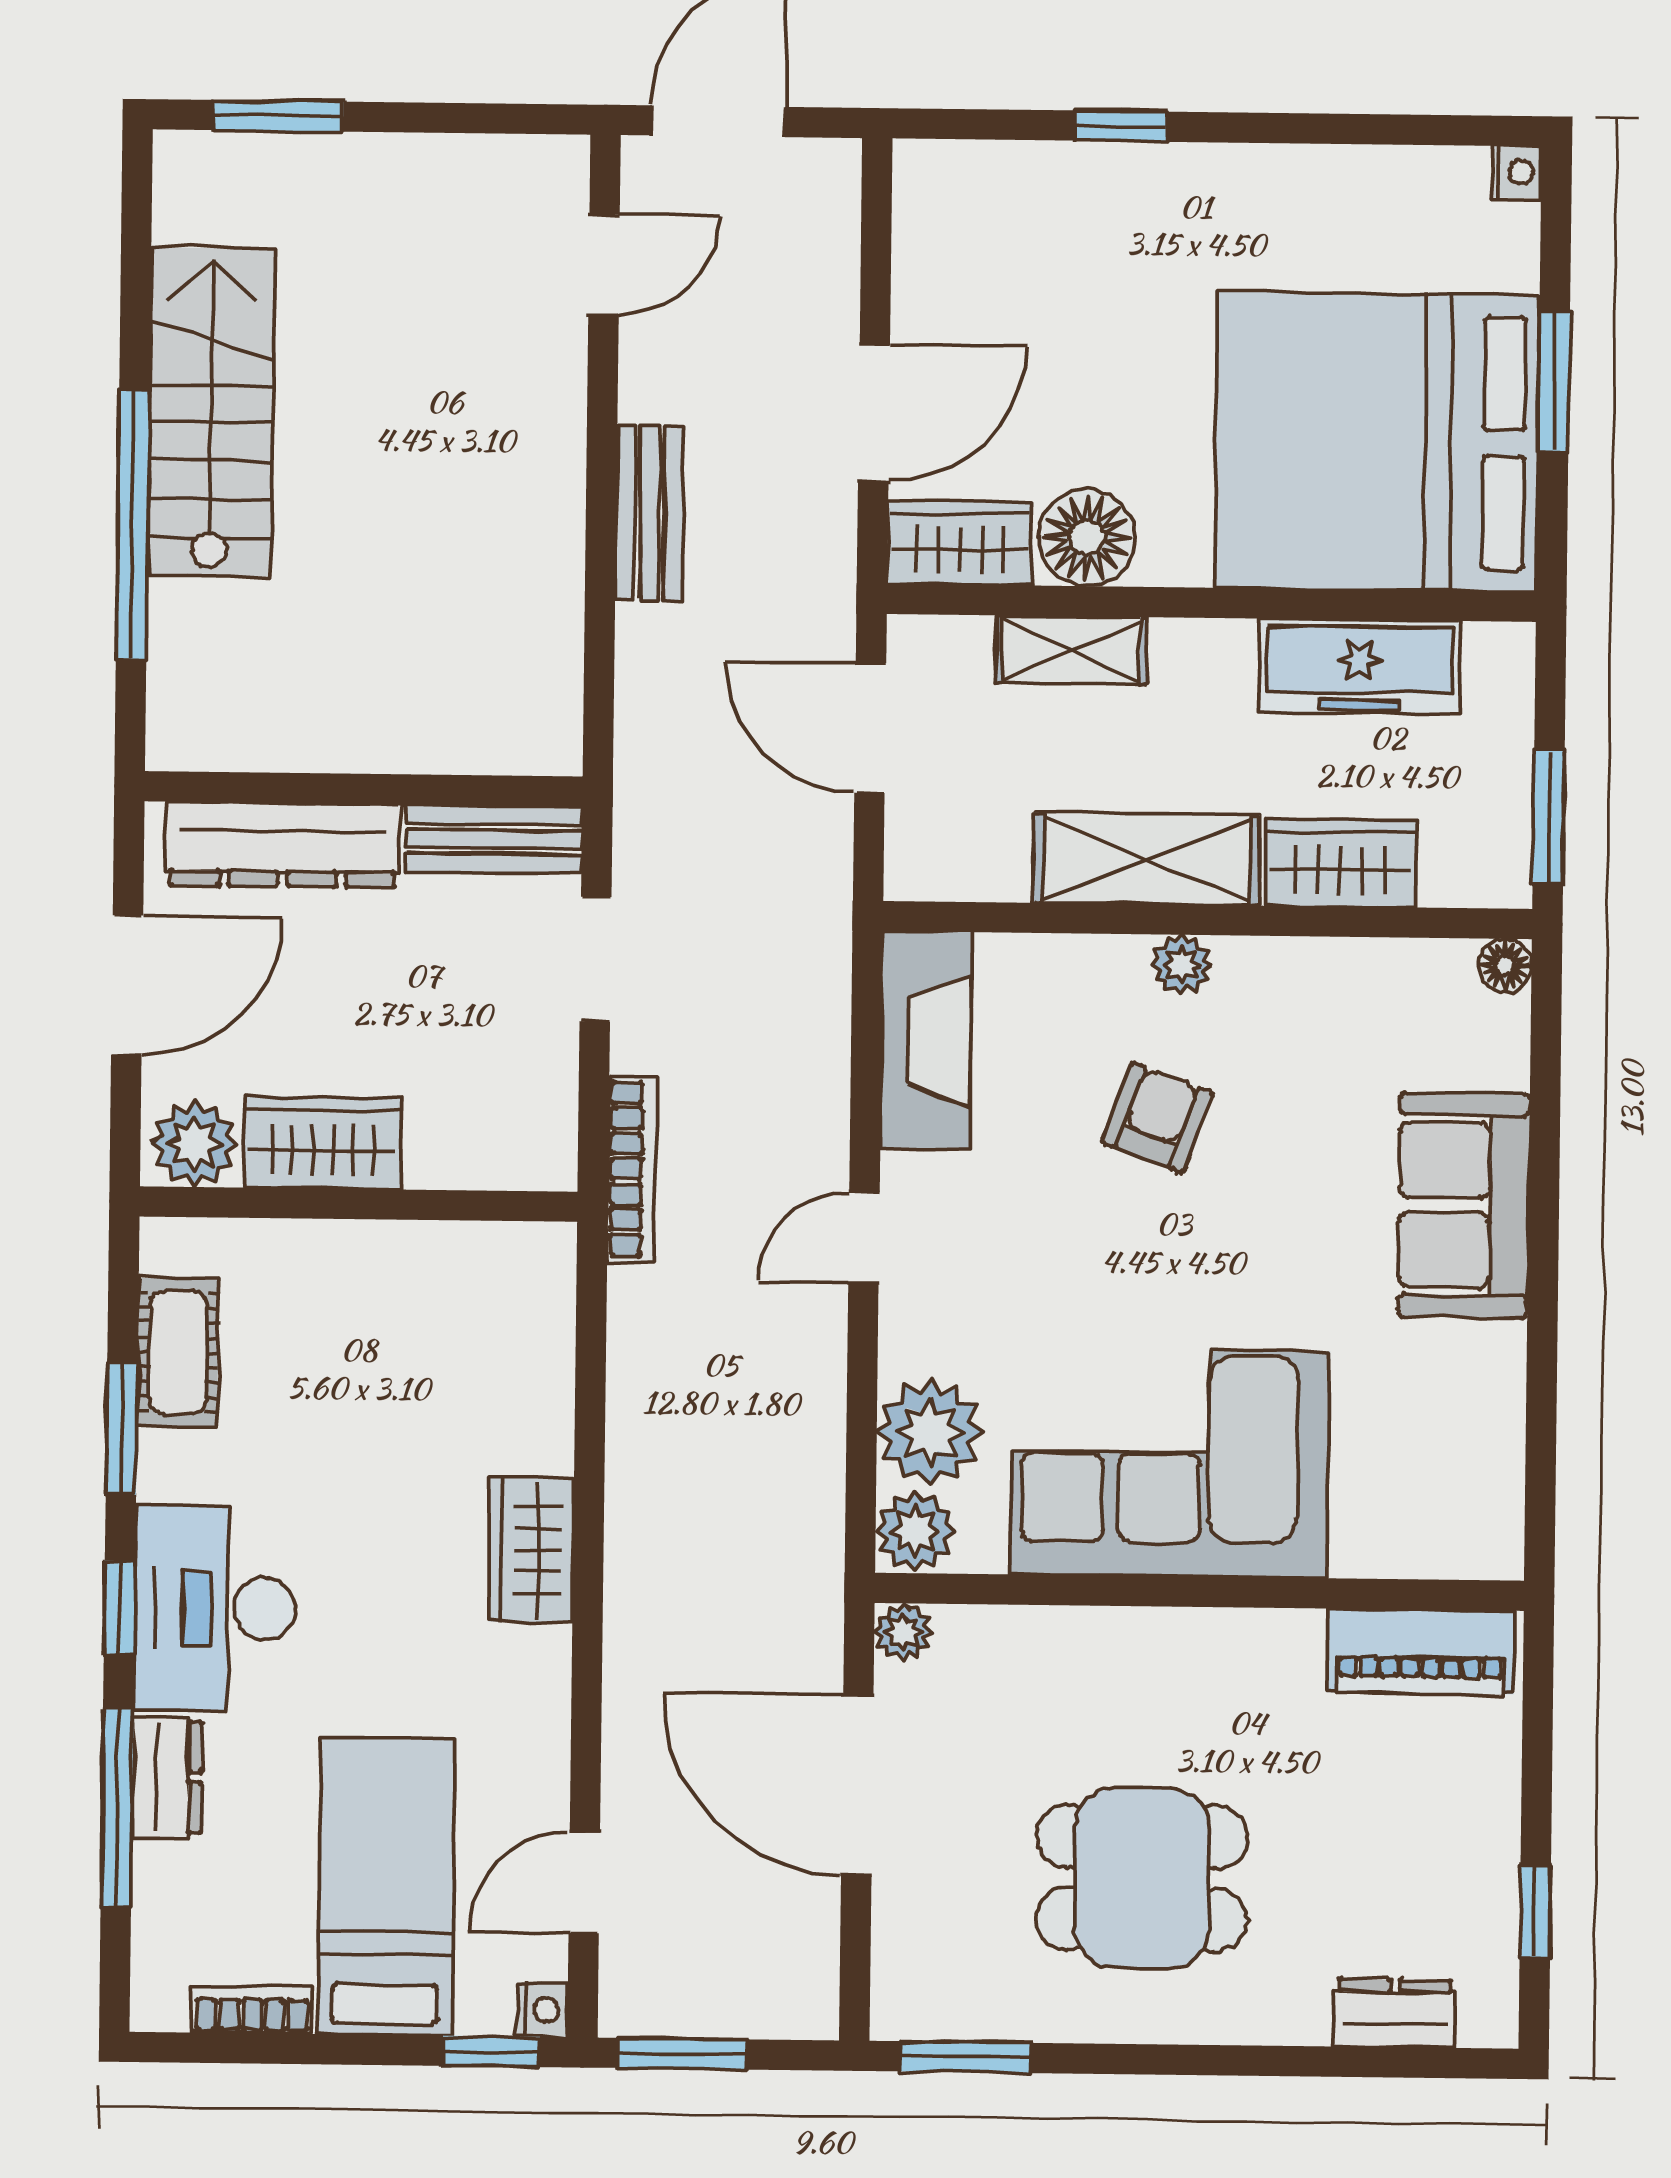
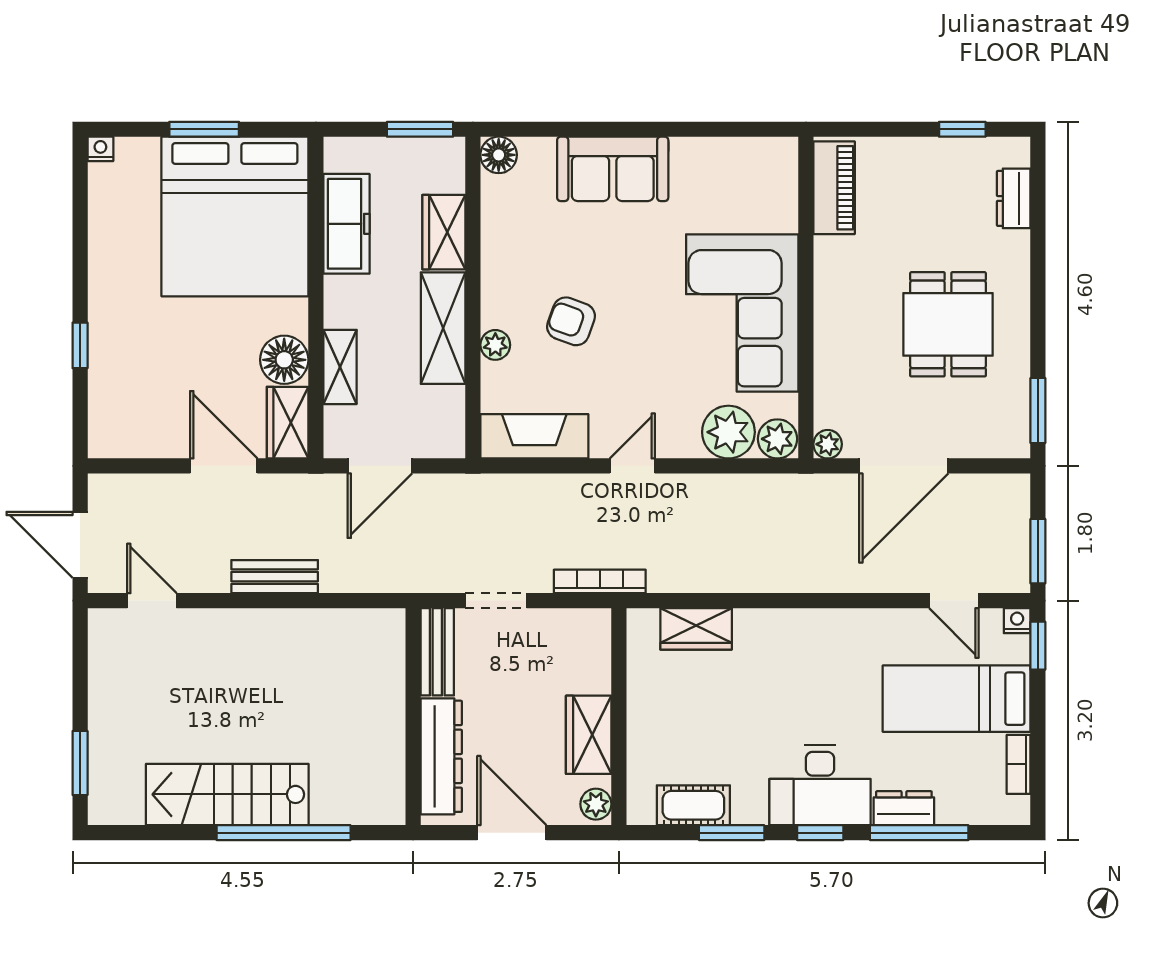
plant: (1182, 965) -> (495, 345), moved
floor lamp: (1505, 966) -> (499, 155), width x1.37, depth x1.37
plant: (194, 1144) -> (596, 804), width x0.73, depth x0.73
door: (864, 1238) -> (632, 466), swing flipped
wardrobe: (531, 1550) -> (696, 629), moved

